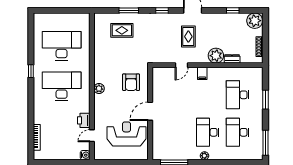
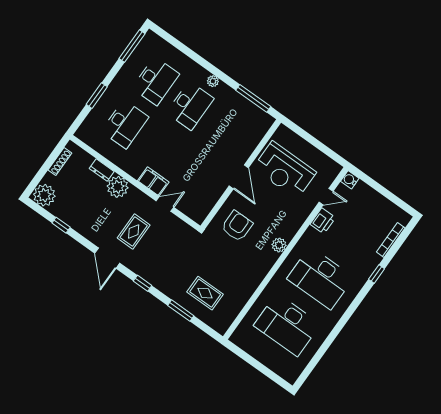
window: (31, 71) -> (377, 274), moved
filing cabinet: (202, 73) -> (153, 181), width x2.00
door: (150, 111) -> (239, 177), hinge flipped

